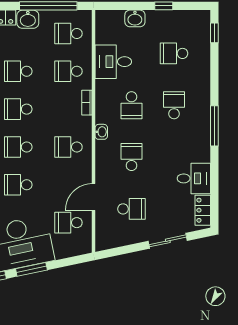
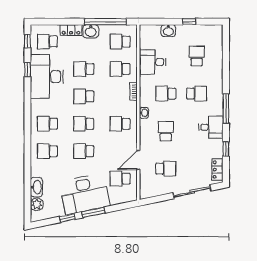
window: (214, 33) -> (226, 149), moved
school desk: (174, 53) -> (197, 56), turned 90
school desk: (131, 105) -> (166, 94), turned 90
school desk: (174, 105) -> (197, 94), turned 90
desk: (194, 178) -> (211, 127), moved
sliding door: (168, 241) -> (192, 192), width x1.37

